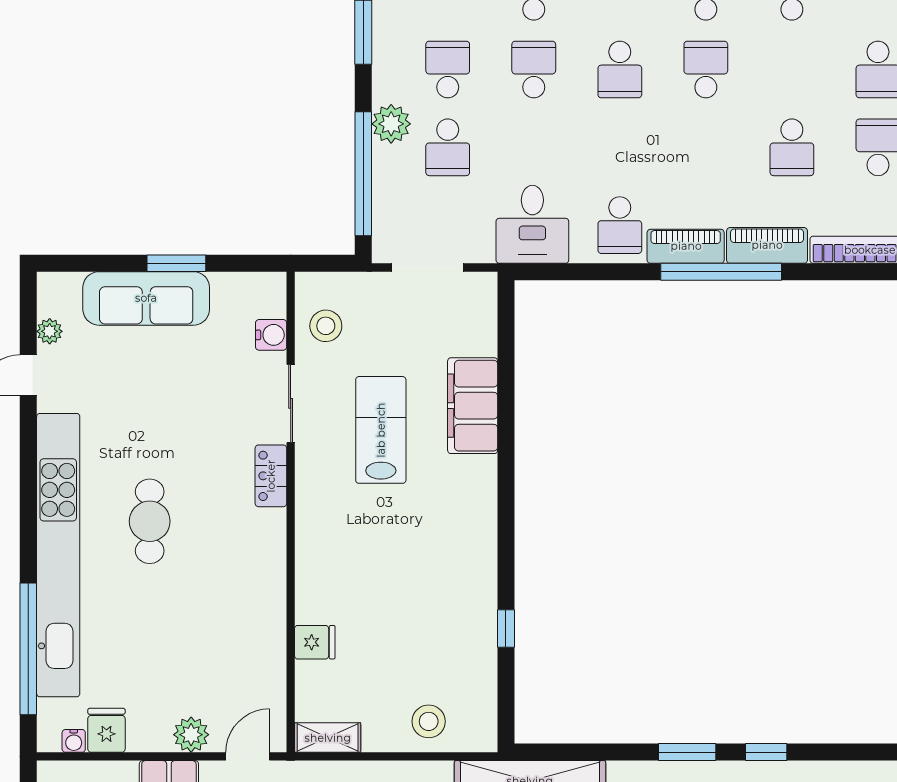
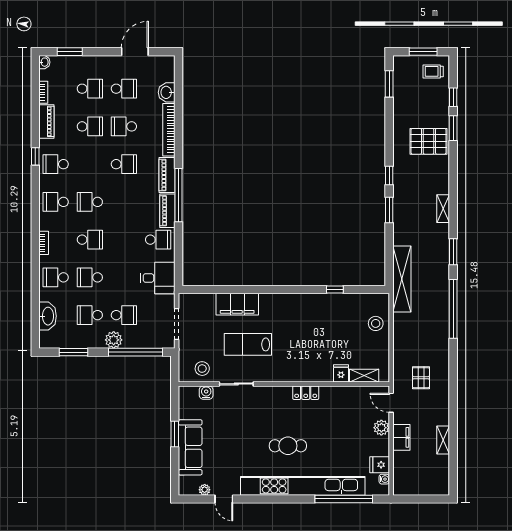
locker: (271, 476) -> (306, 393), moved
shelving: (328, 738) -> (364, 376), moved, turned 90

